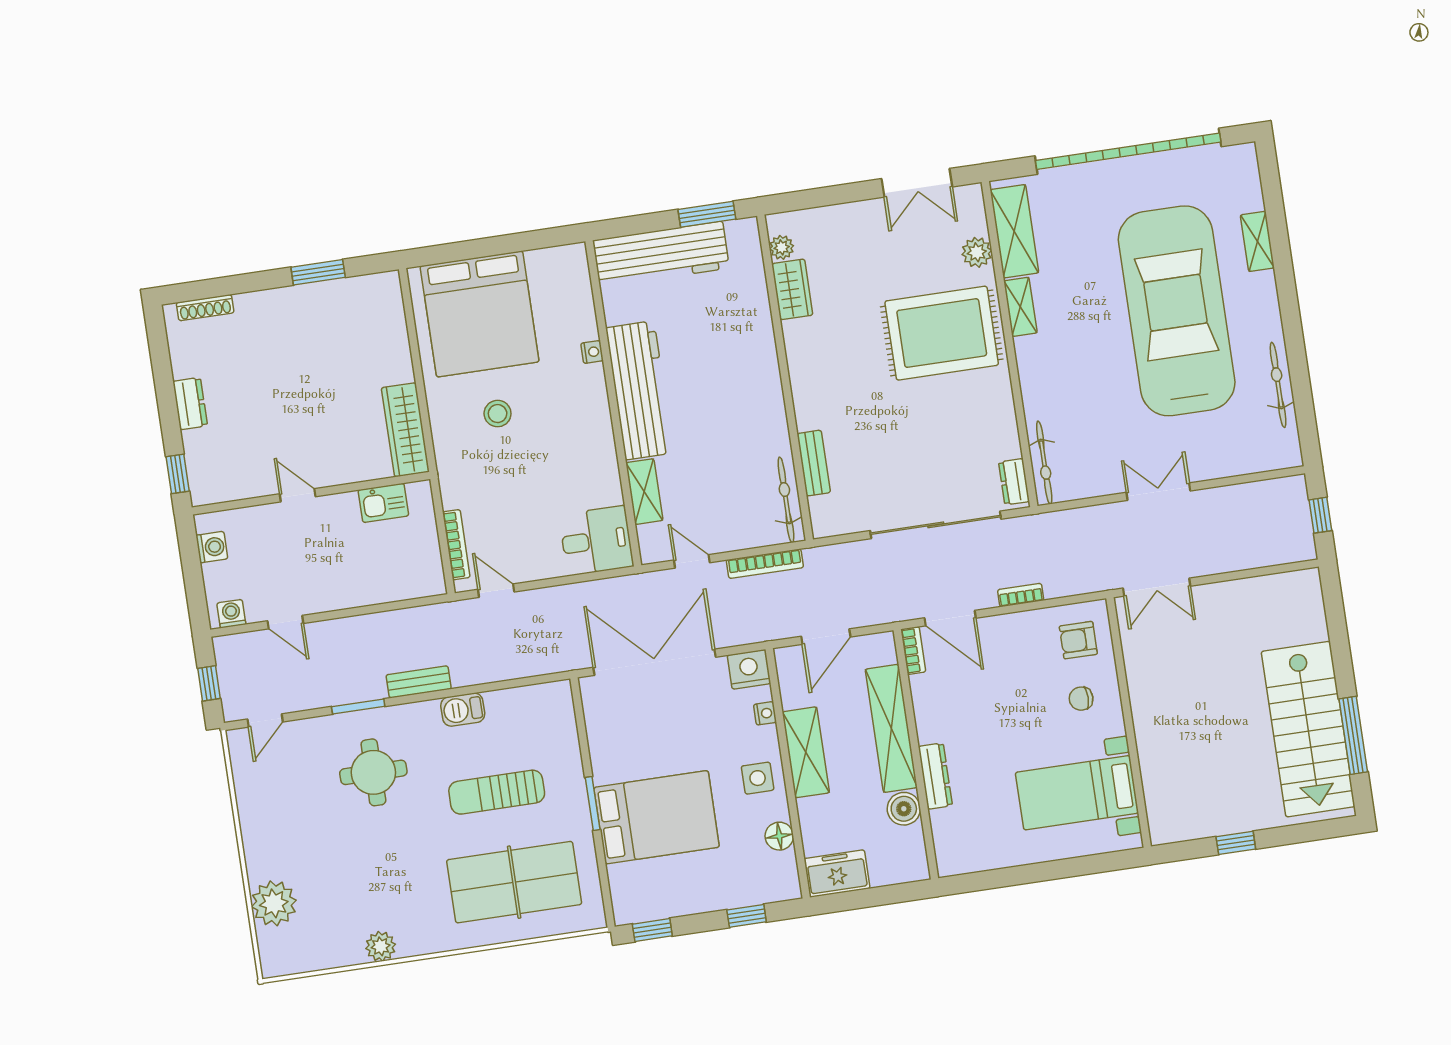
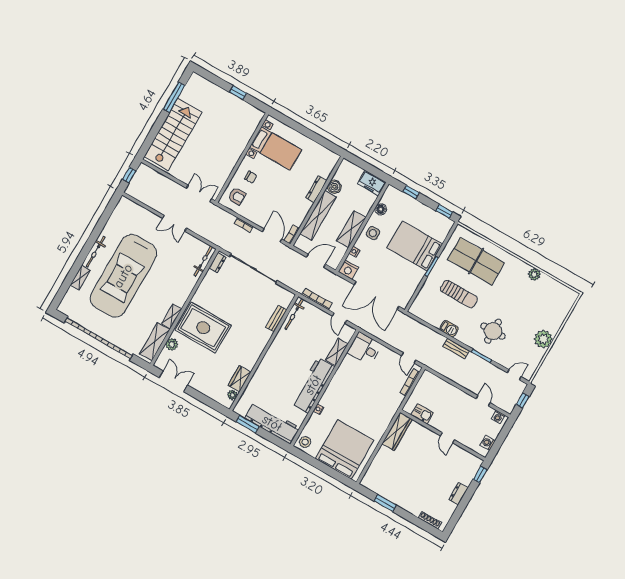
bicycle: (1278, 385) -> (96, 252), moved
stool: (498, 414) -> (305, 442), moved
stairs: (1308, 729) -> (173, 134), moved
plant: (274, 903) -> (543, 339), moved

